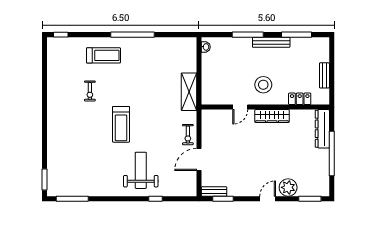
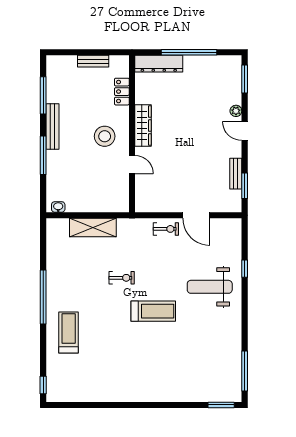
exercise bike: (90, 91) -> (122, 278), moved
shelving: (189, 92) -> (93, 228), moved
plant: (288, 187) -> (236, 111), width x0.53, depth x0.53
bench: (214, 191) -> (236, 174), moved

